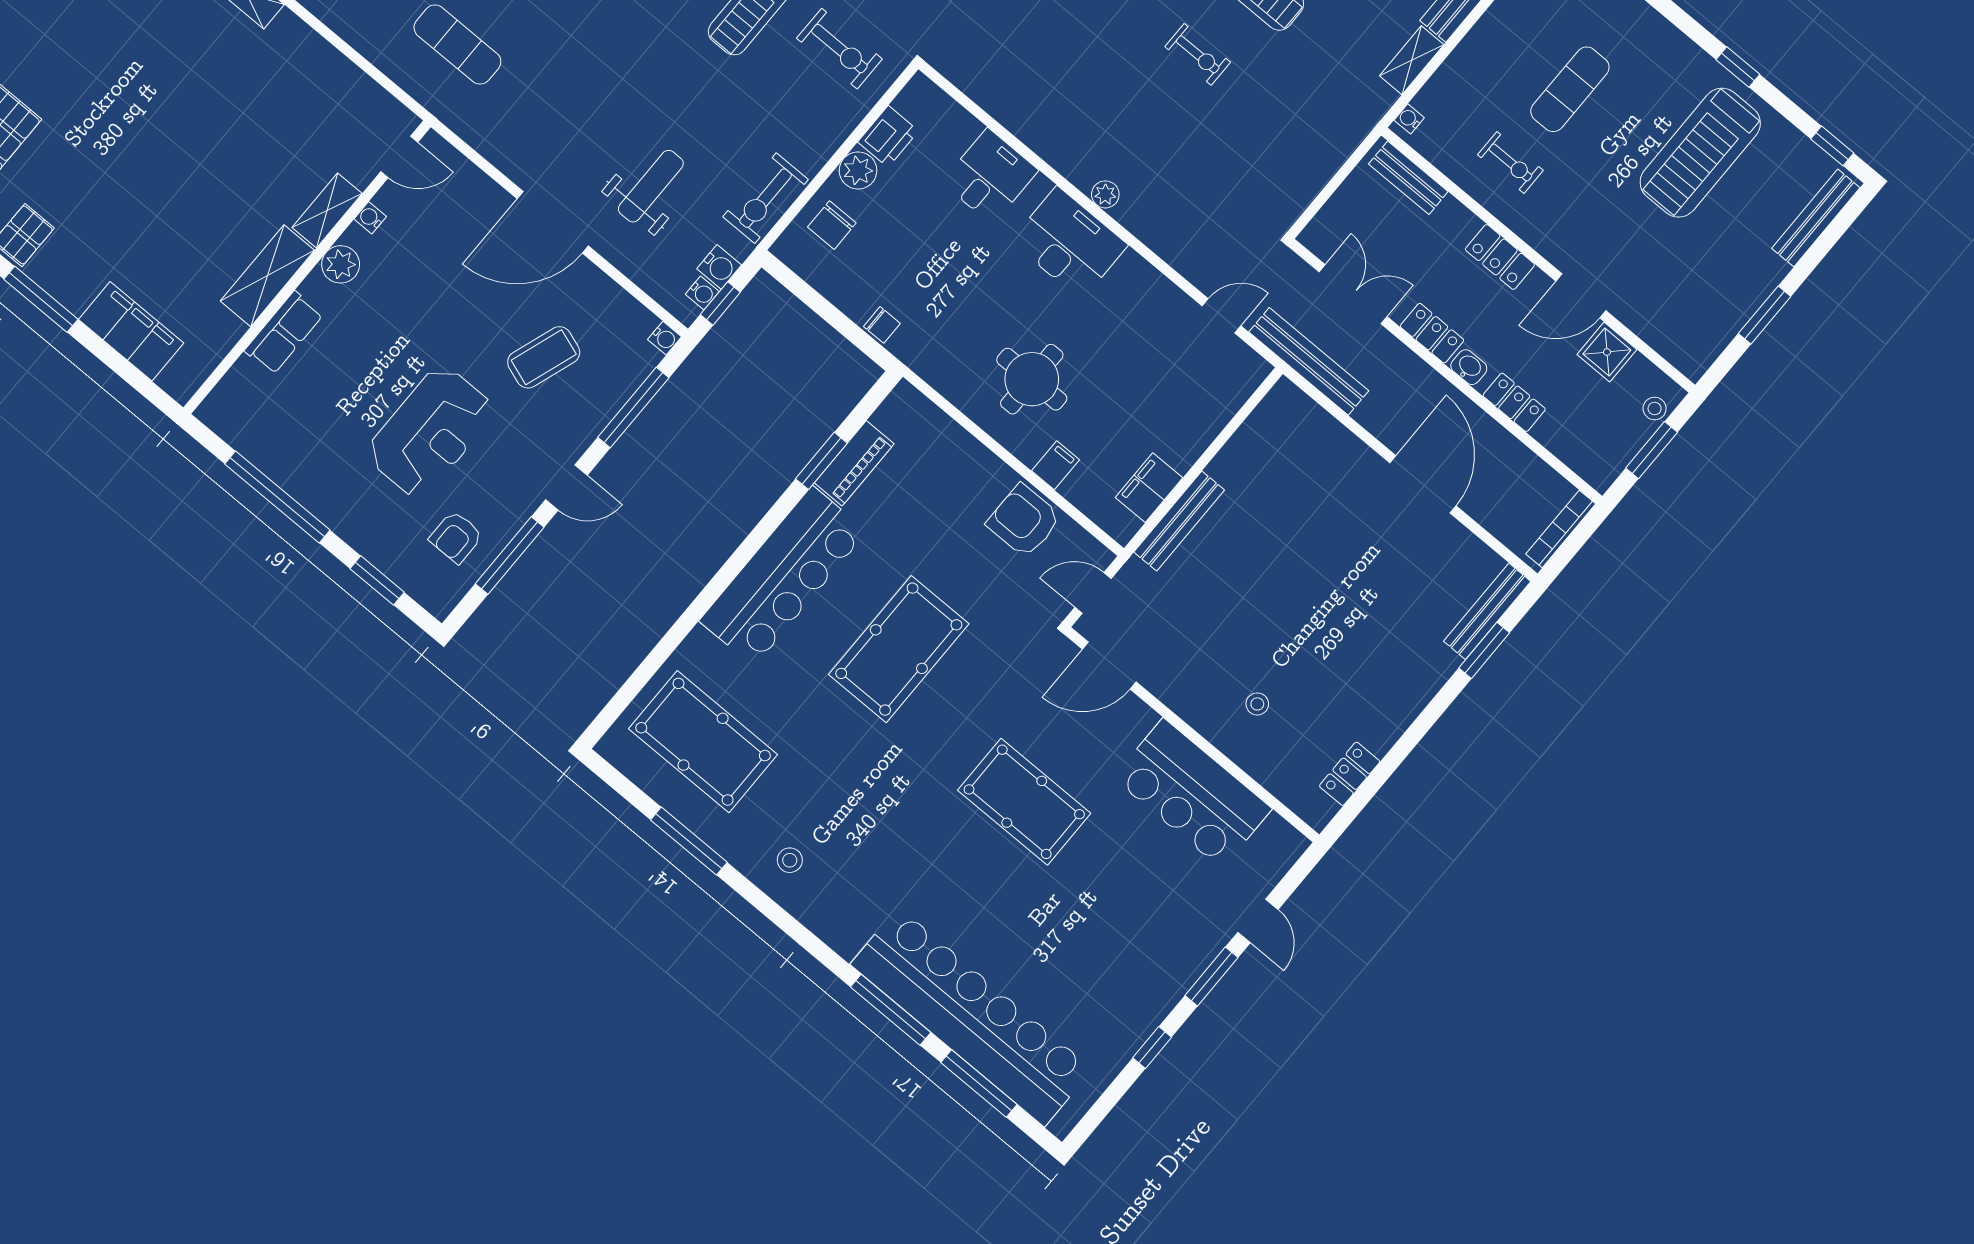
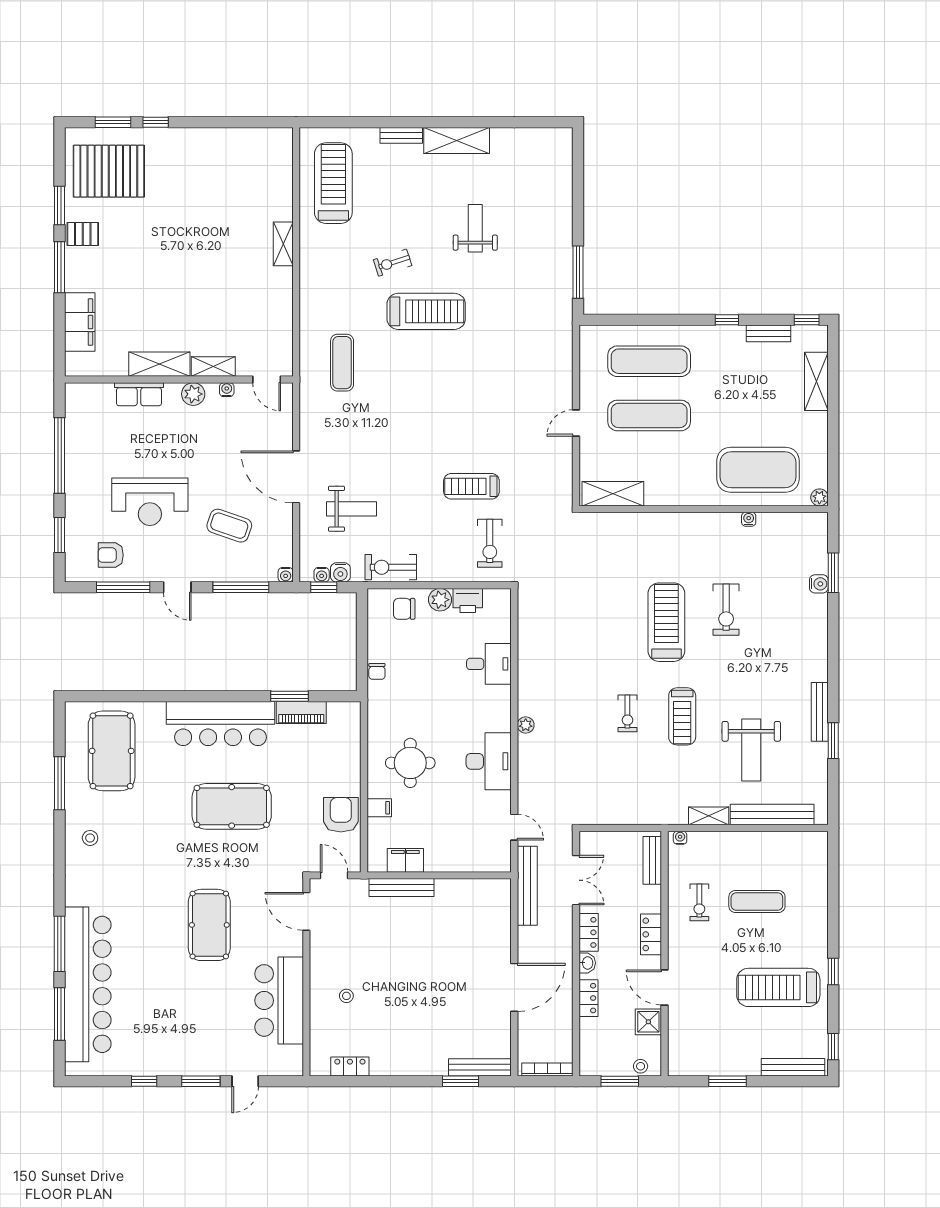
desk: (1069, 243) -> (489, 761), moved

